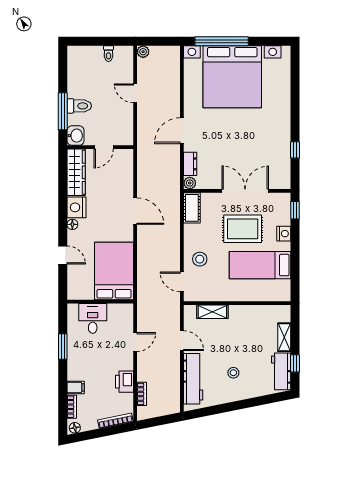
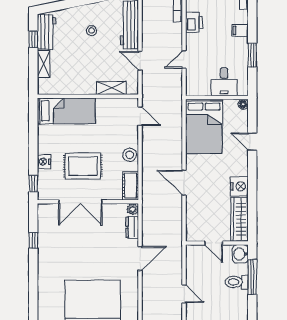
door: (104, 147) -> (214, 243), swing flipped
floor lamp: (72, 224) -> (243, 104), moved
stool: (200, 259) -> (130, 155), moved
bed: (260, 265) -> (66, 111), moved
filing cabinet: (76, 388) -> (240, 31), moved

